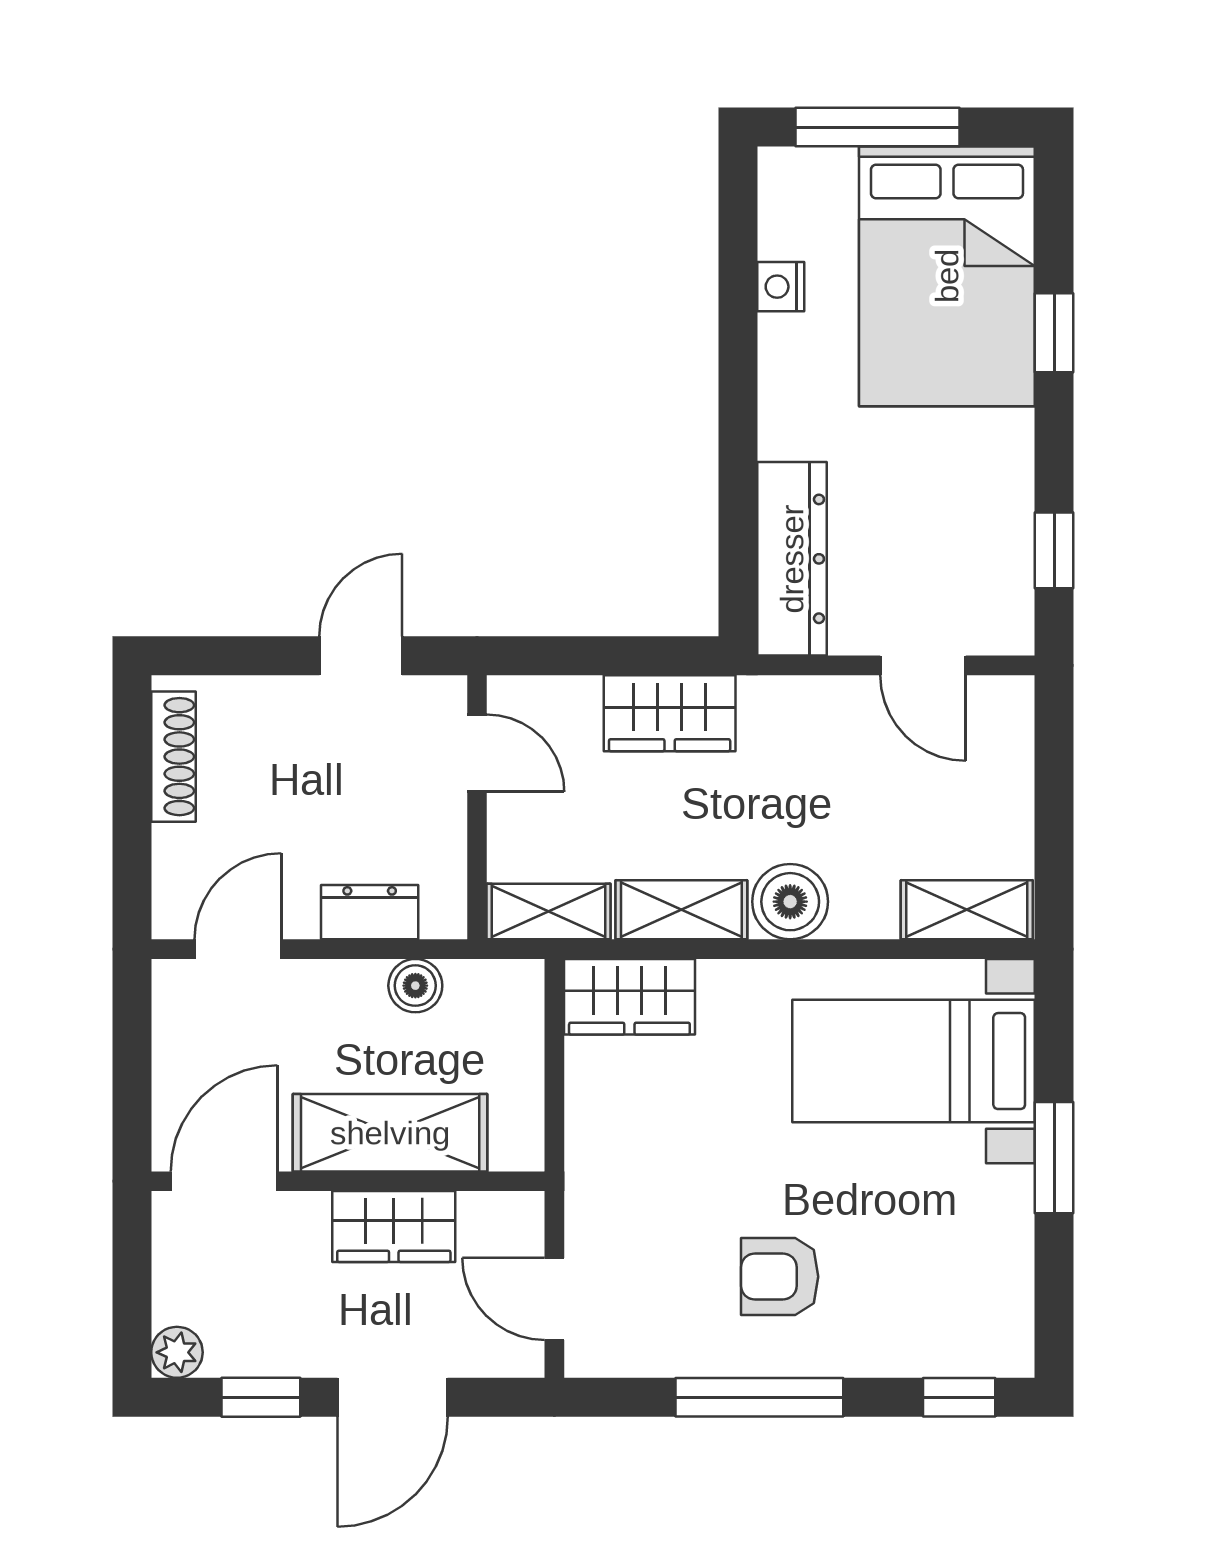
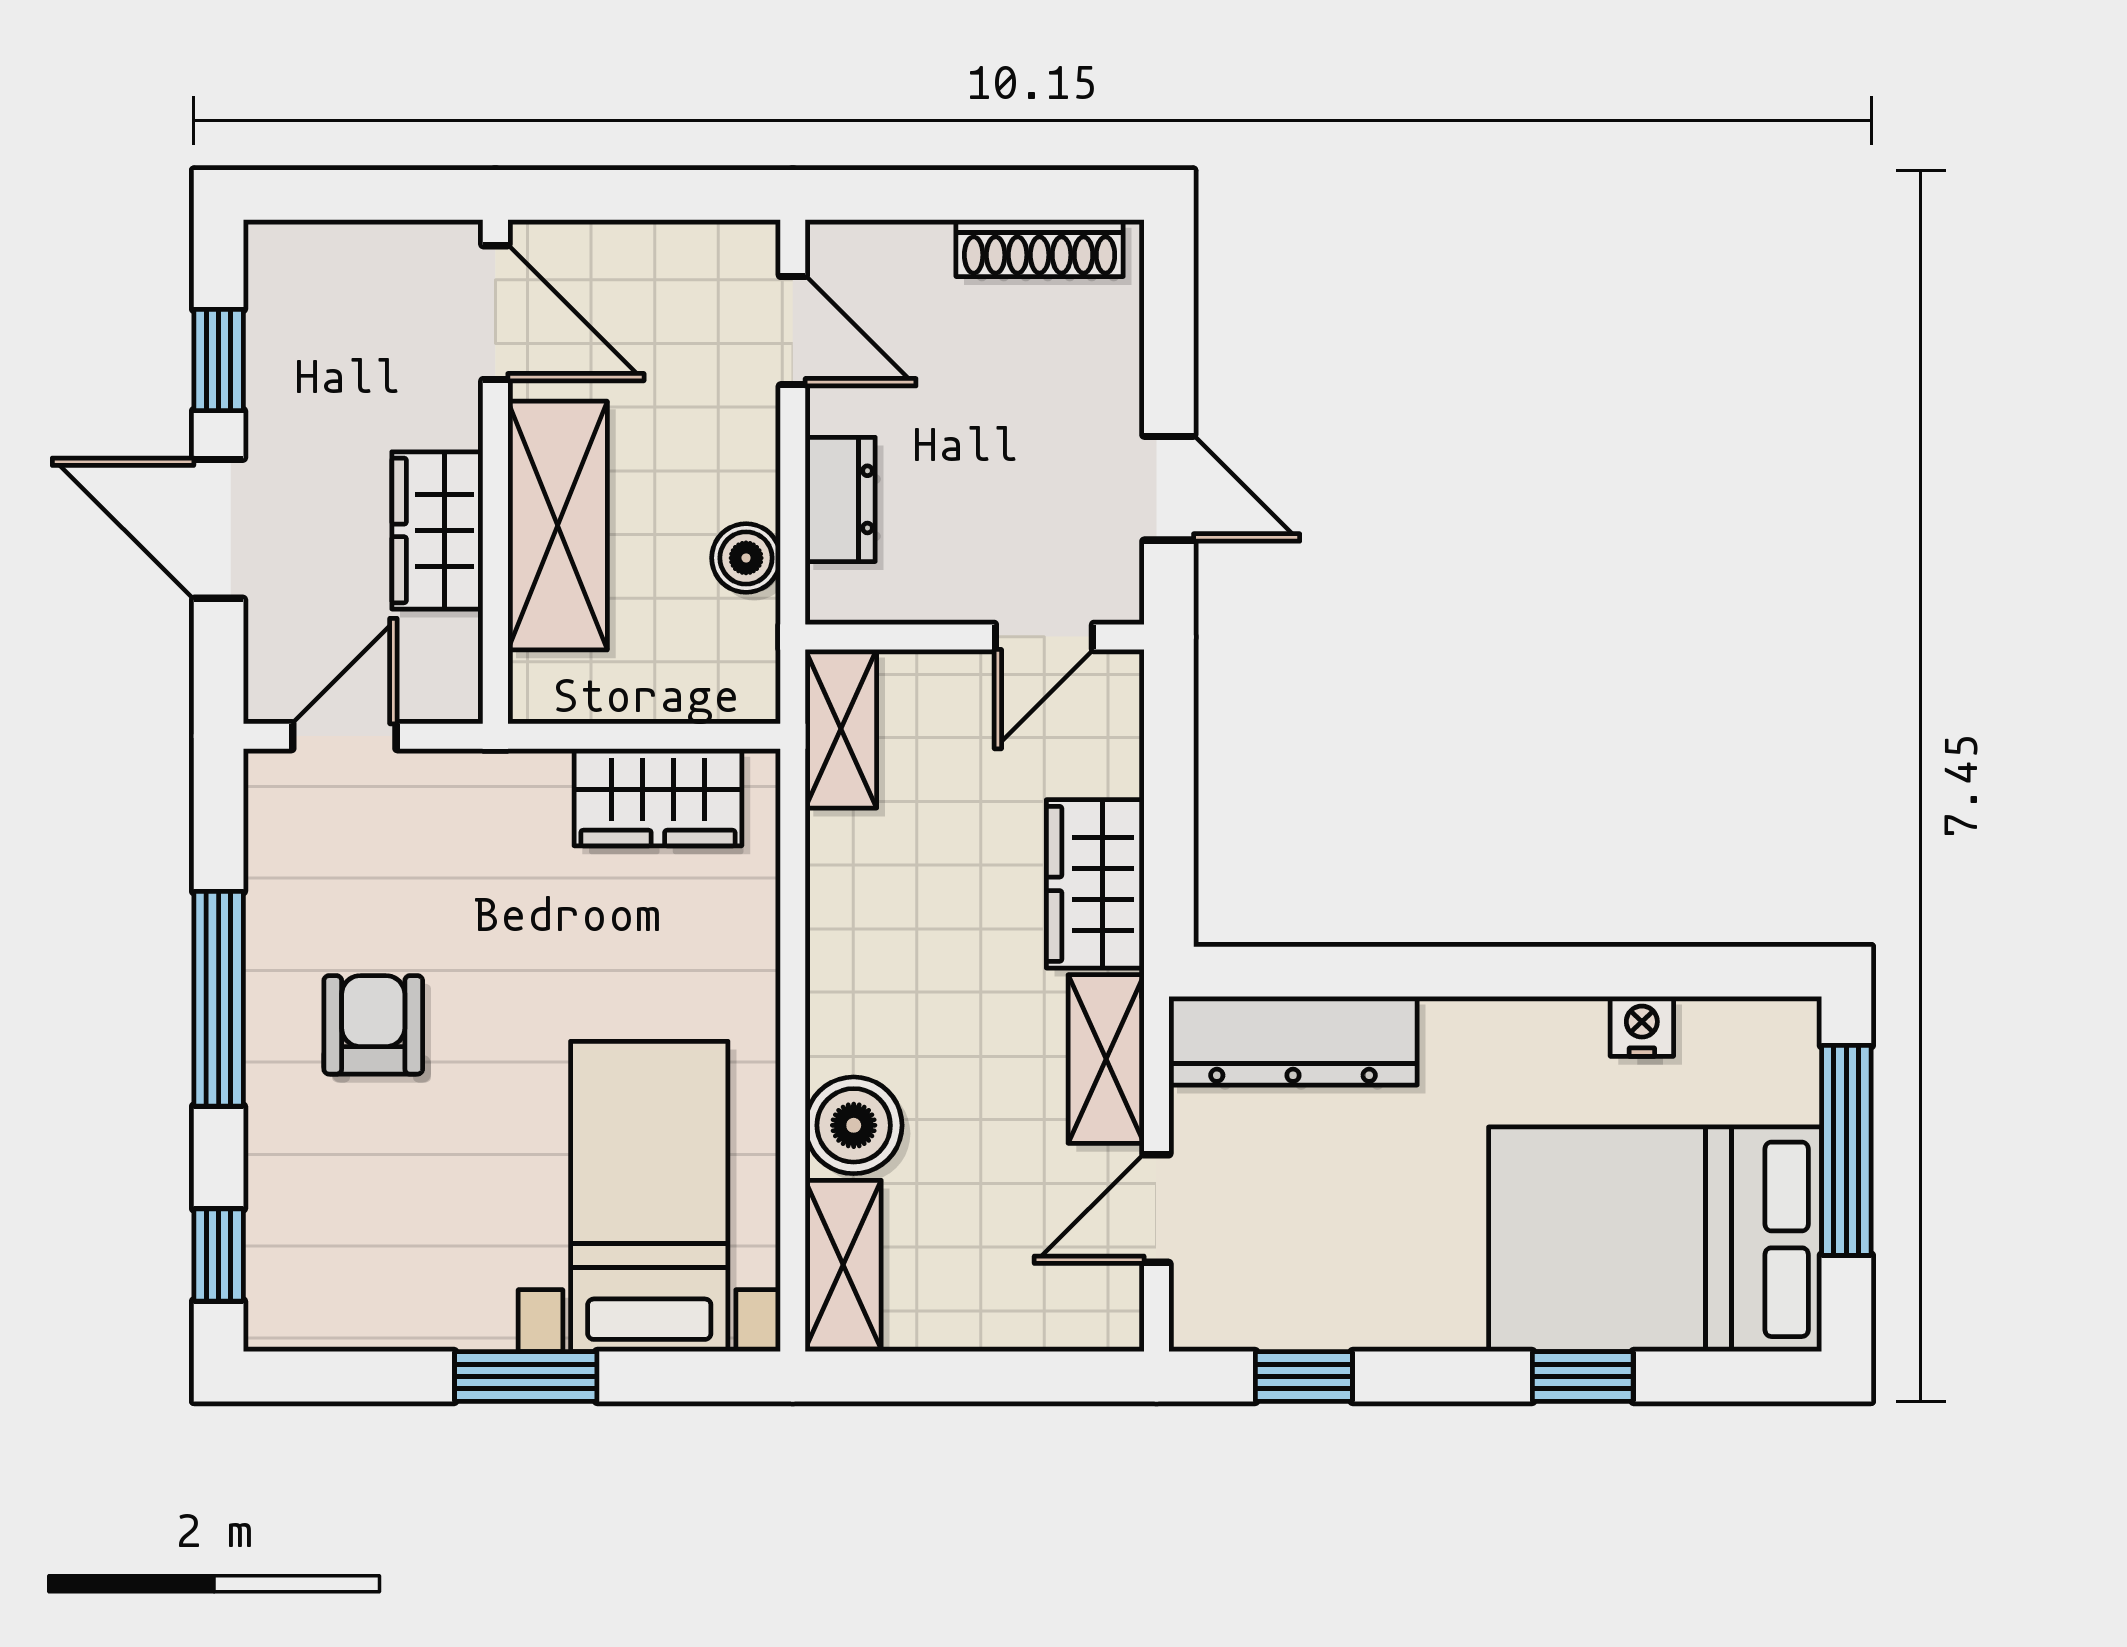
boiler: (790, 902) -> (854, 1125), moved
shelving: (681, 910) -> (1106, 1059), moved
wardrobe: (629, 997) -> (658, 797), moved, turned -90
plant: (177, 1352) -> (276, 252), removed

